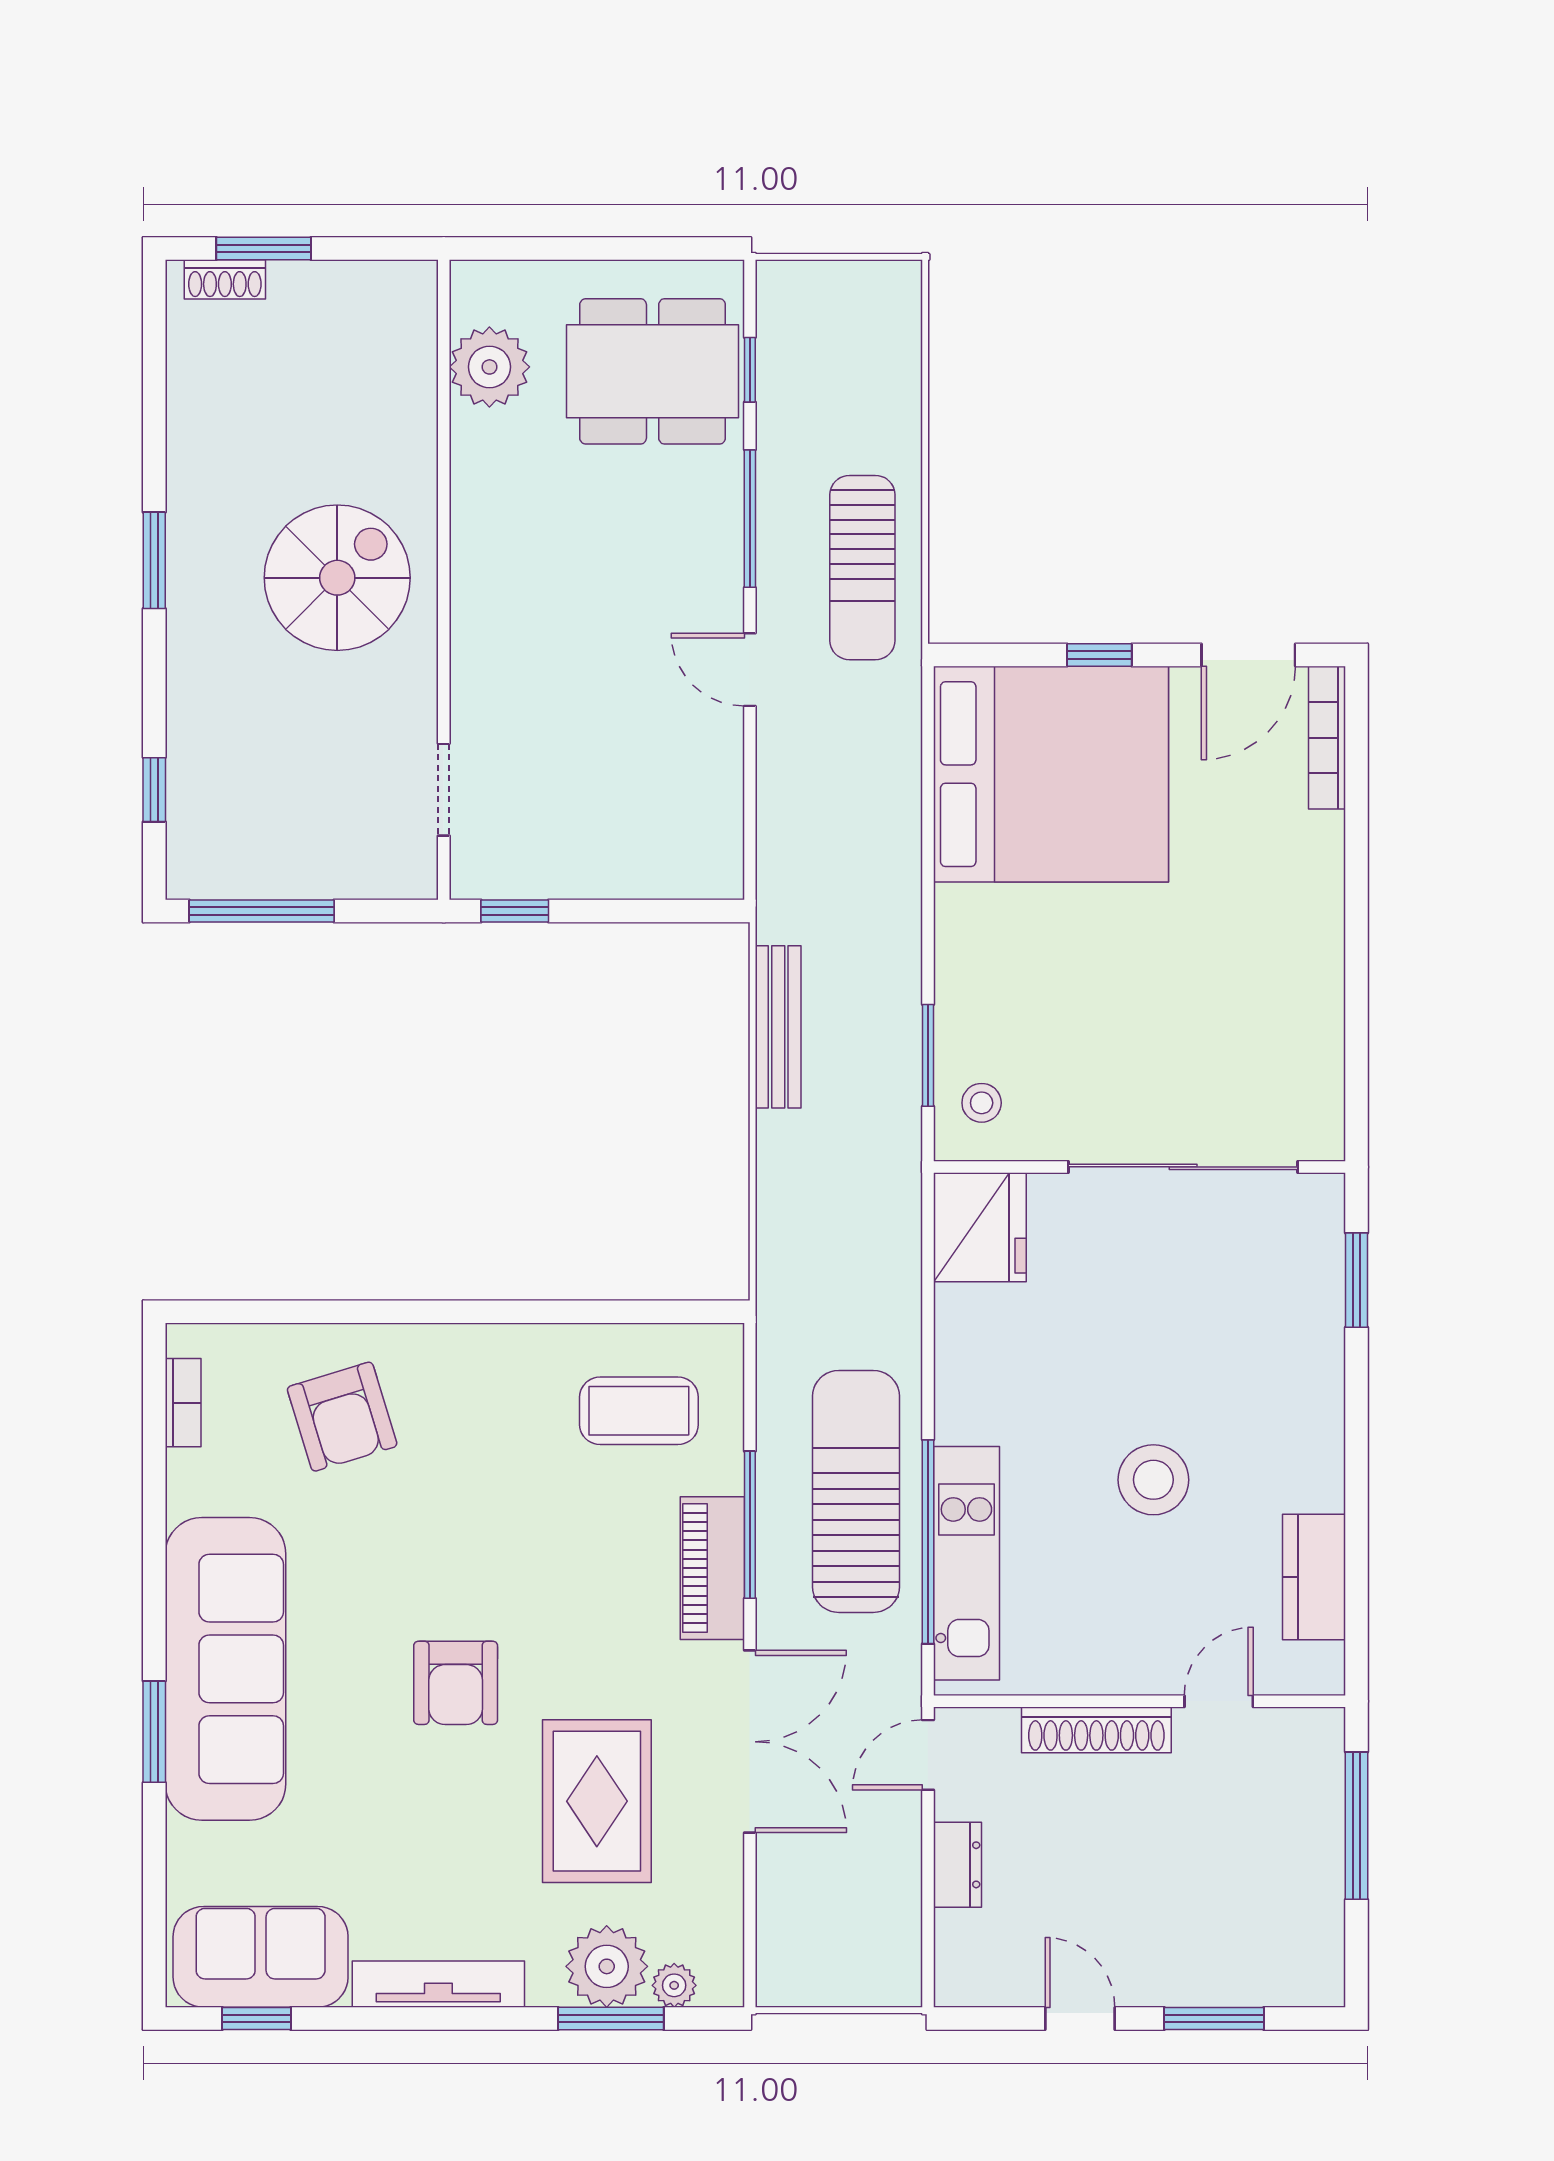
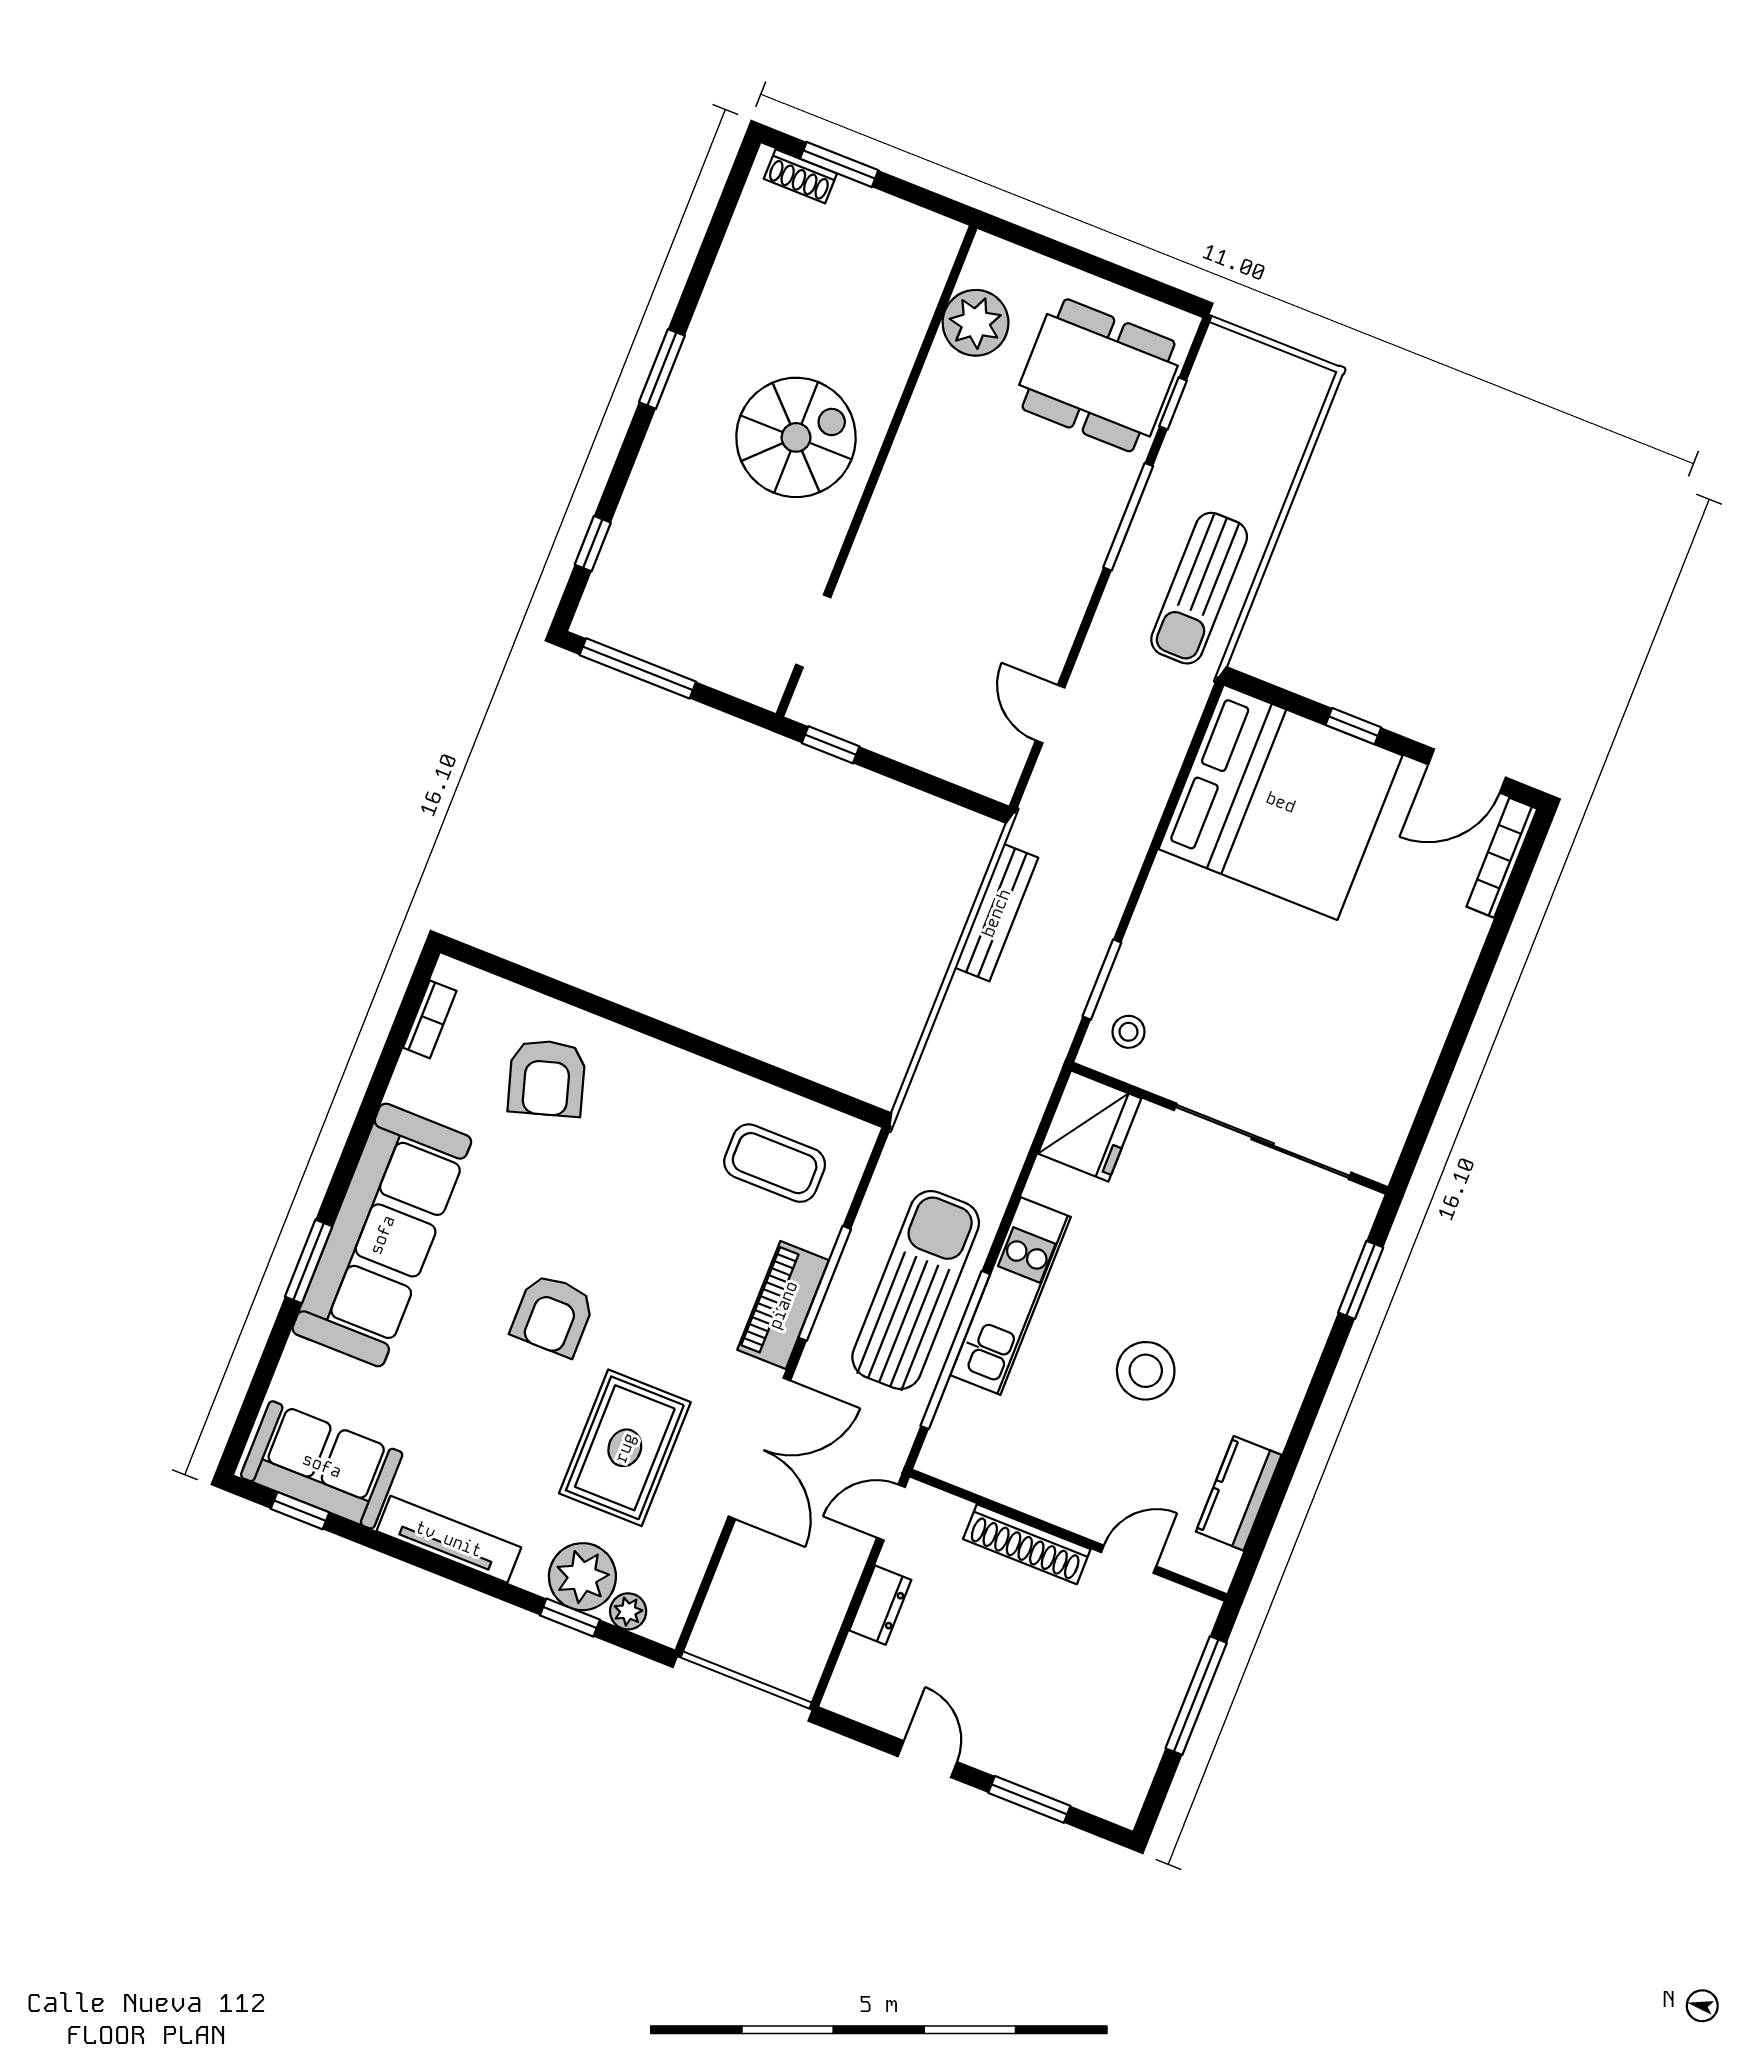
door: (750, 670) -> (1050, 714), moved
kitchen unit: (966, 1563) -> (1011, 1296), moved
window: (611, 2018) -> (570, 1618), width x0.67

